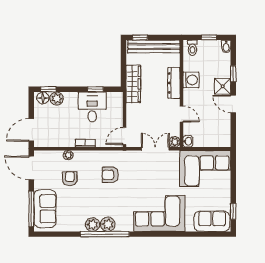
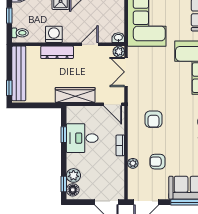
wardrobe: (133, 84) -> (75, 95), moved

